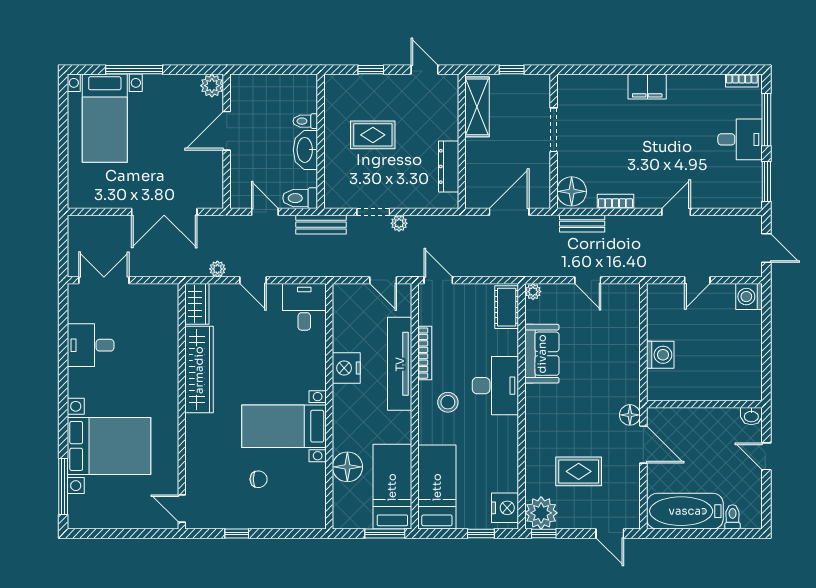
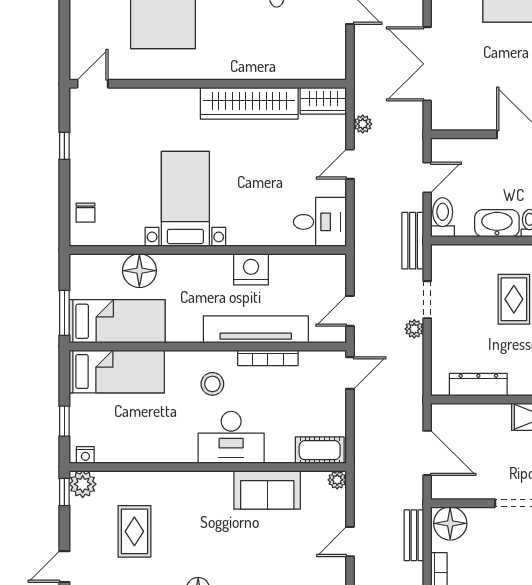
chair: (259, 479) -> (86, 213), moved
nightstand: (505, 508) -> (85, 455), width x0.53, depth x0.56
plant: (541, 513) -> (83, 484), width x0.73, depth x0.73

